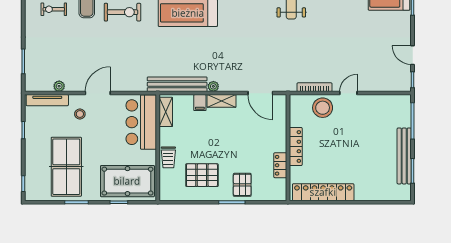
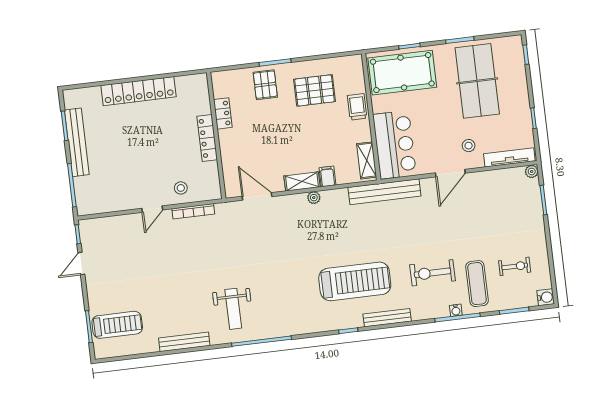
door: (413, 55) -> (81, 264), swing flipped
bench: (177, 84) -> (384, 192), moved
plant: (59, 86) -> (532, 171), moved
stool: (323, 108) -> (181, 188), width x0.53, depth x0.53
locker: (323, 192) -> (139, 91), moved

